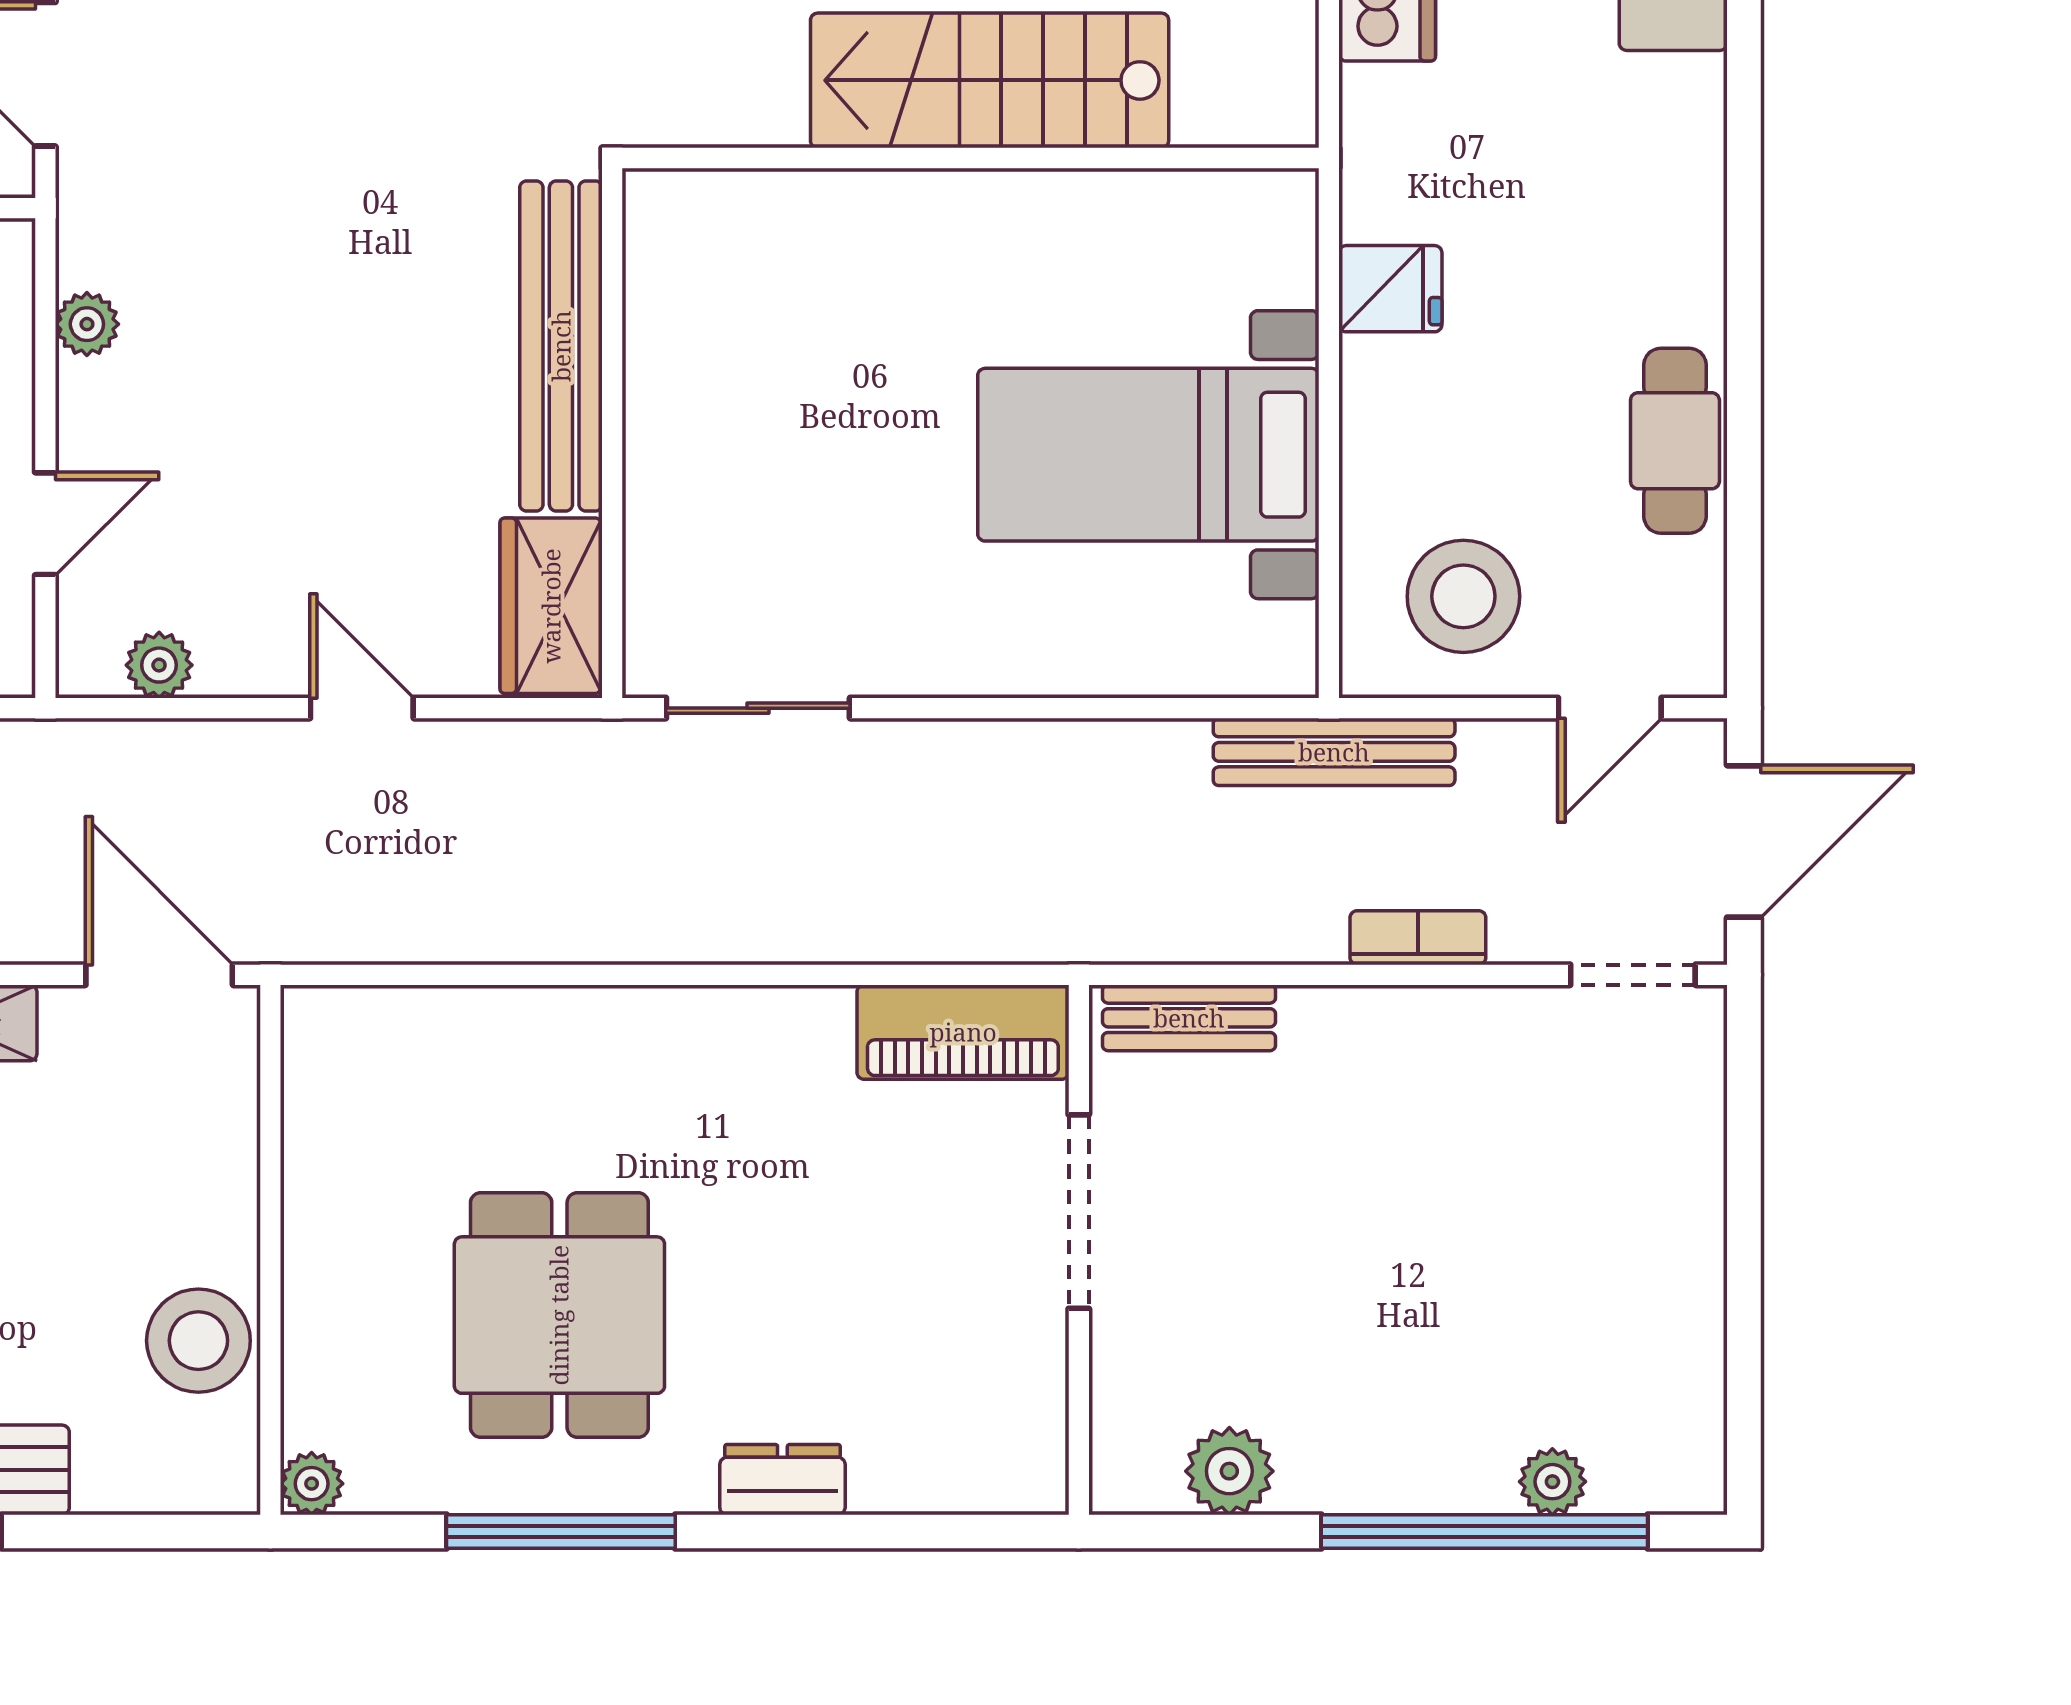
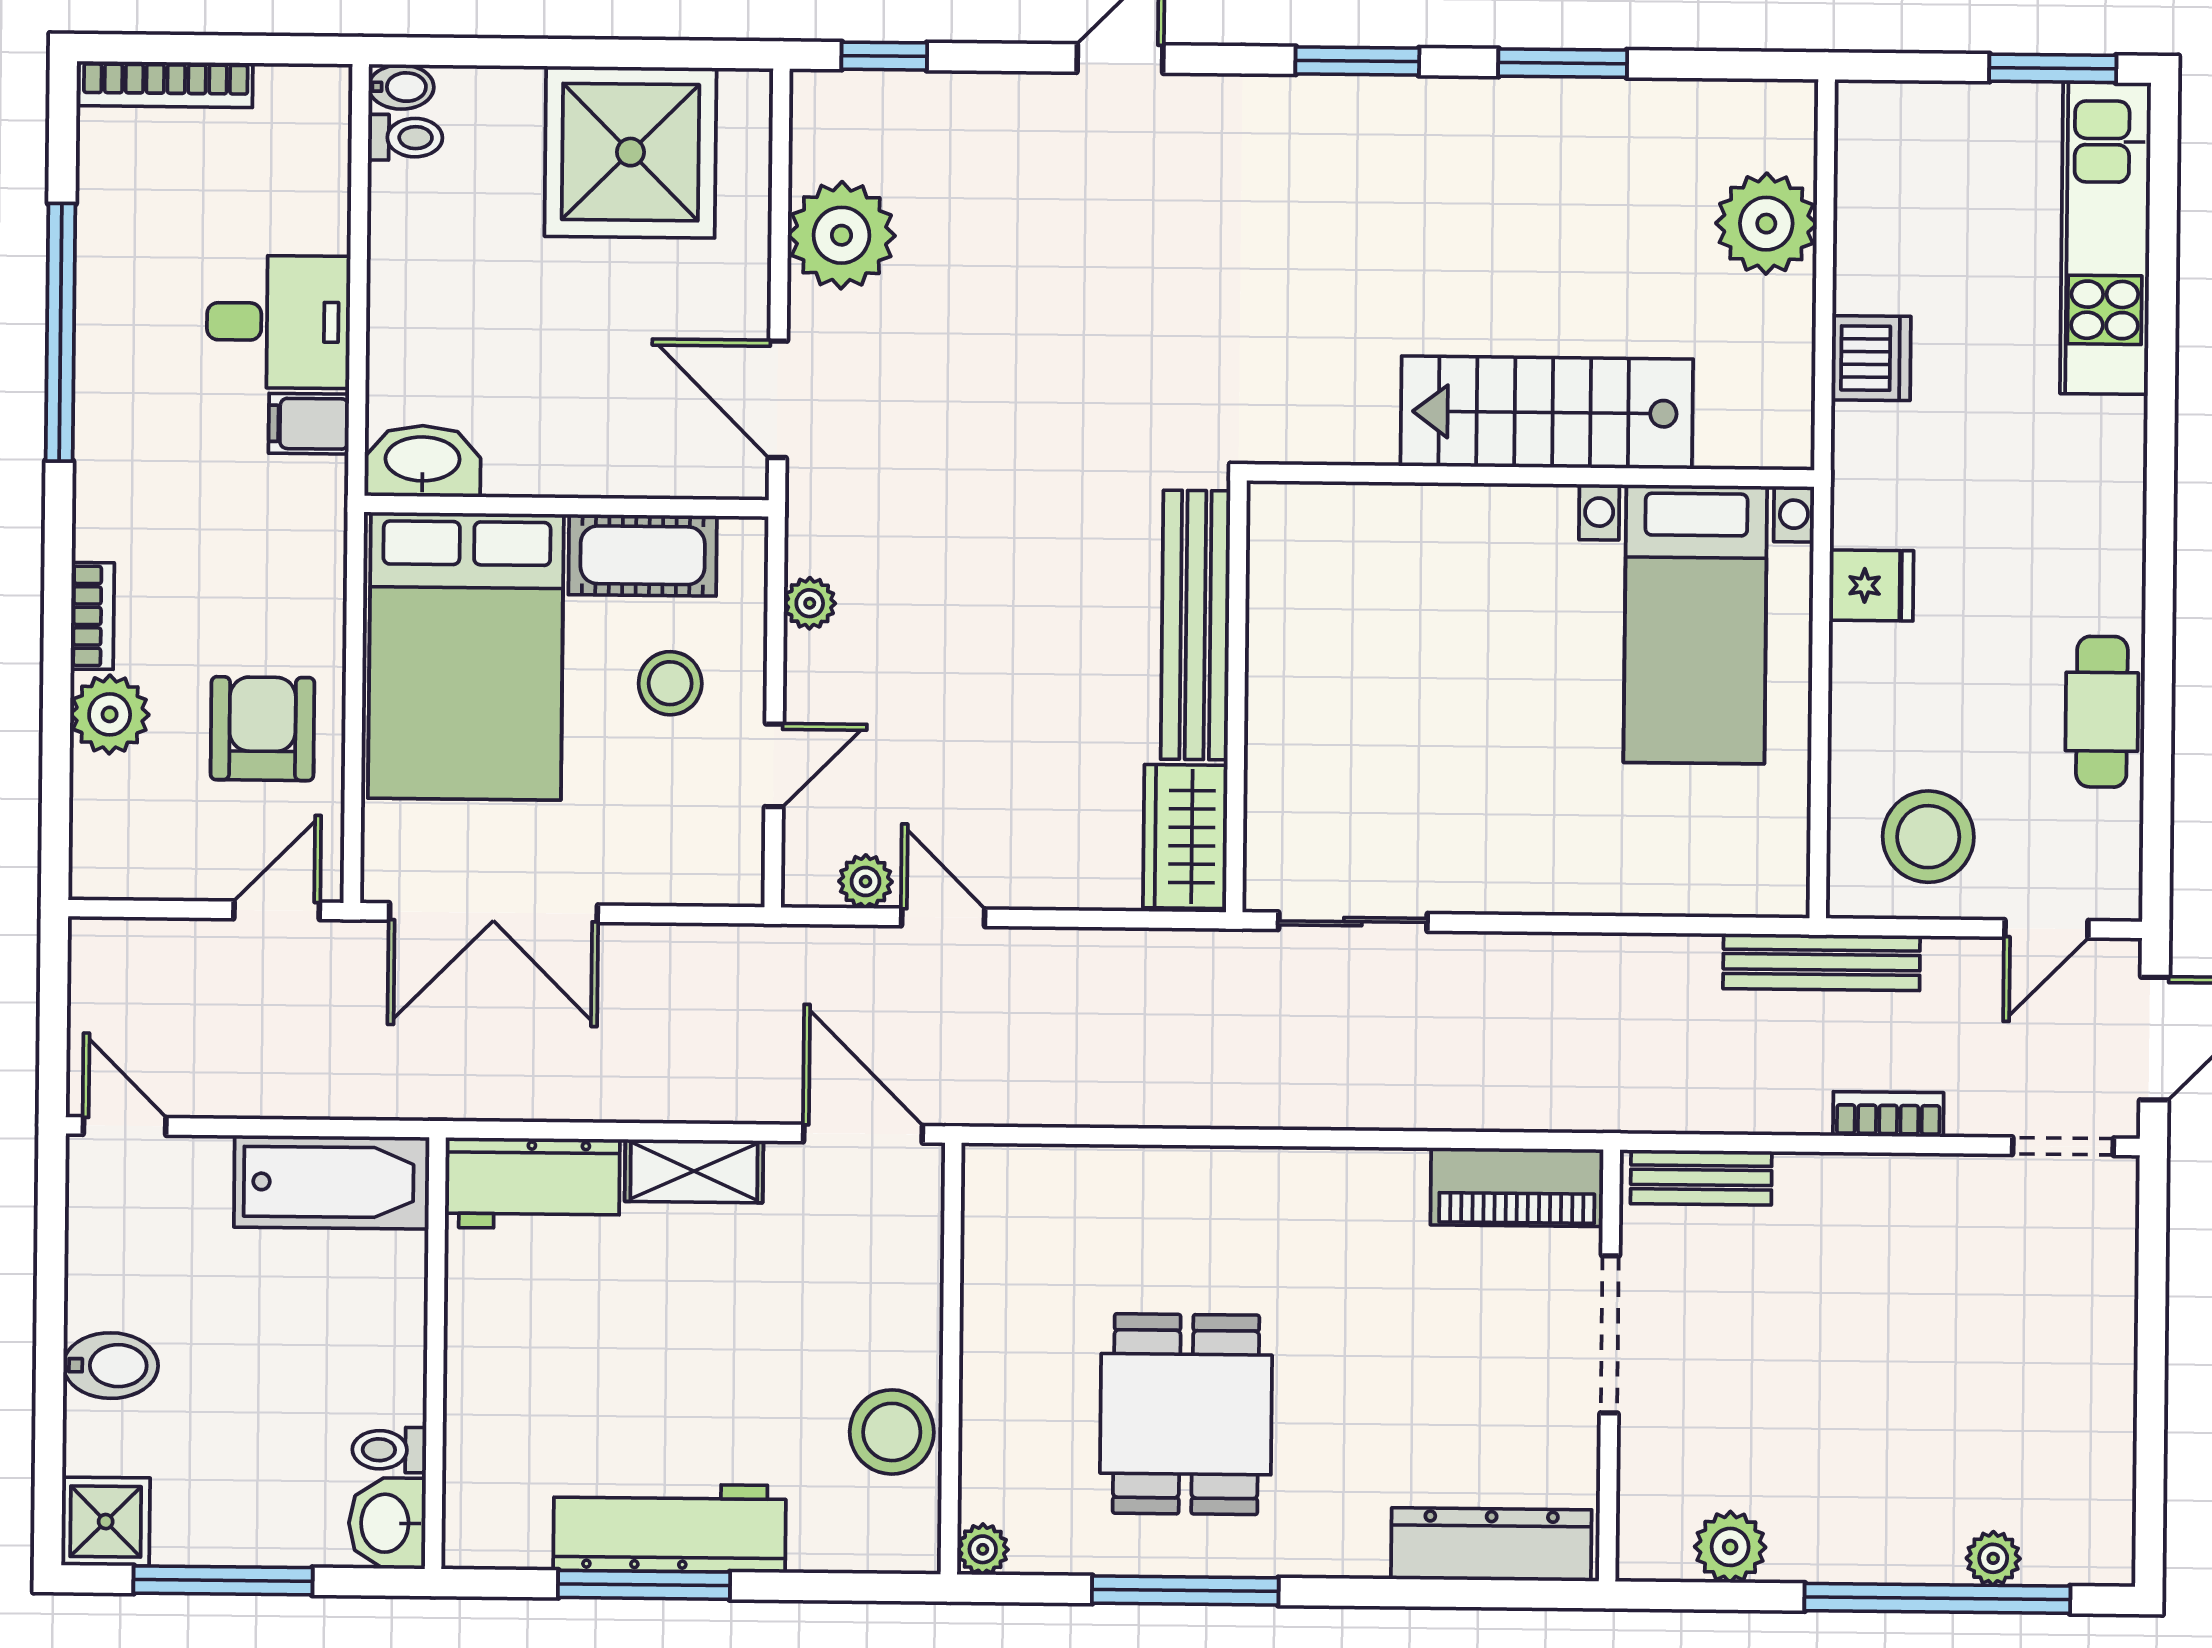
bed with nightstands: (1148, 455) -> (1695, 624), moved, turned -90
door: (362, 708) -> (943, 917), moved
dresser: (782, 1480) -> (1491, 1544), moved, width x1.96, depth x1.24

